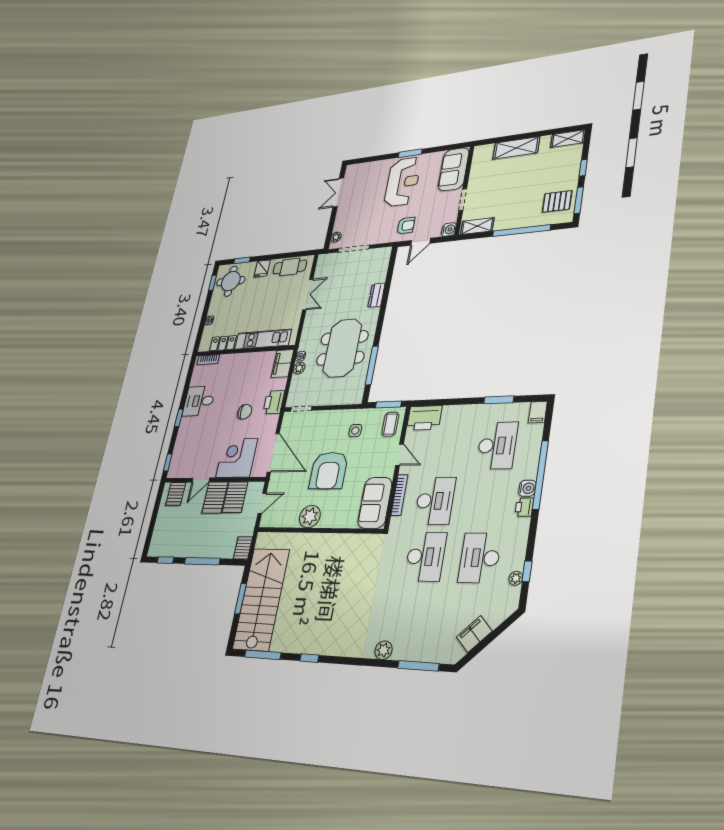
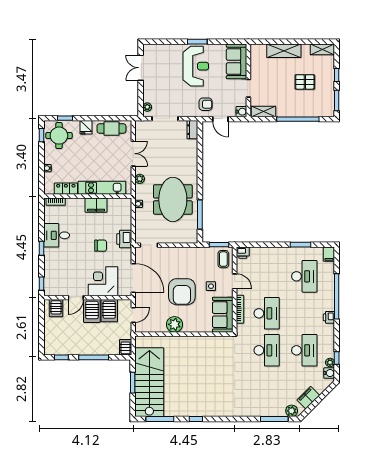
pallet: (557, 201) -> (305, 82), moved
door: (421, 242) -> (220, 119), hinge flipped
dresser: (376, 295) -> (192, 130), moved
filing cabinet: (282, 364) -> (96, 205), moved, turned -90
plant: (299, 368) -> (140, 179), moved
printer: (424, 418) -> (243, 253), width x0.53, depth x0.68
side table: (355, 431) -> (211, 286), moved
water cooler: (527, 488) -> (329, 373), moved
desk: (480, 558) -> (304, 350), turned 180
plant: (384, 650) -> (292, 411), moved

